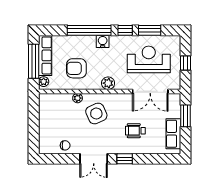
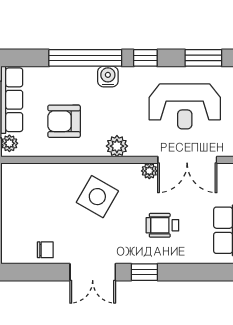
window: (150, 30) -> (203, 58), moved
reception desk: (149, 59) -> (185, 106), turned 180
plant: (78, 98) -> (149, 171), moved
side table: (96, 114) -> (97, 197), turned -36

